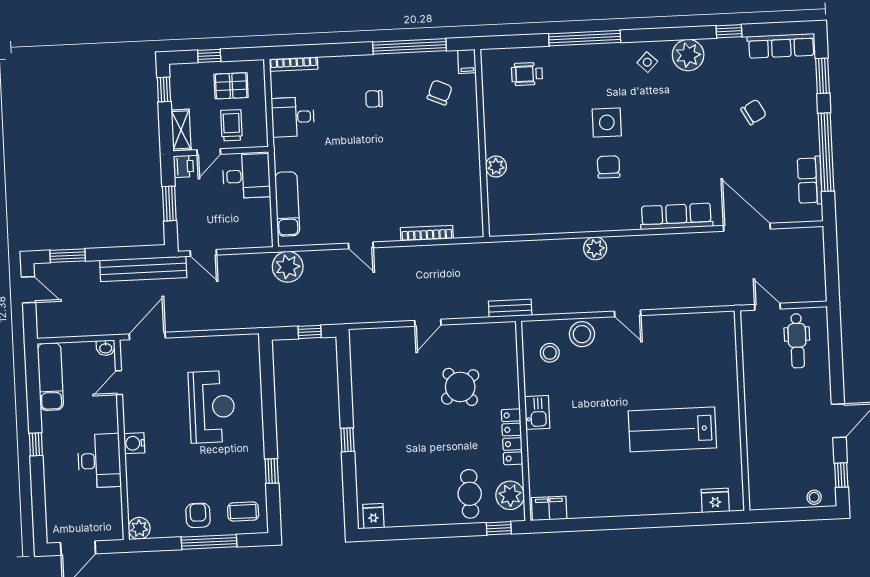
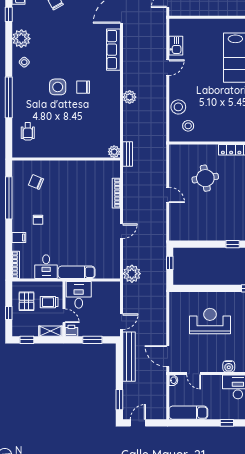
filing cabinet: (467, 61) -> (19, 238), moved
plant: (496, 166) -> (114, 152), moved
exam couch: (287, 204) -> (77, 272), moved
bench: (510, 308) -> (128, 154), moved
door: (628, 313) -> (168, 68), moved
round table: (460, 387) -> (205, 178), turned 30
kitchen sink: (537, 412) -> (176, 46), moved, turned 90

